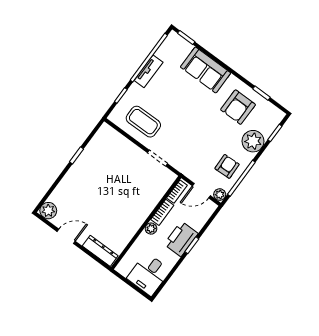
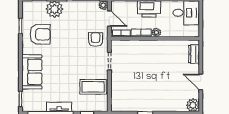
coffee table: (143, 122) -> (93, 87), turned 90
armchair: (227, 166) -> (95, 39), moved, turned 92
dresser: (100, 251) -> (194, 54), width x0.70

